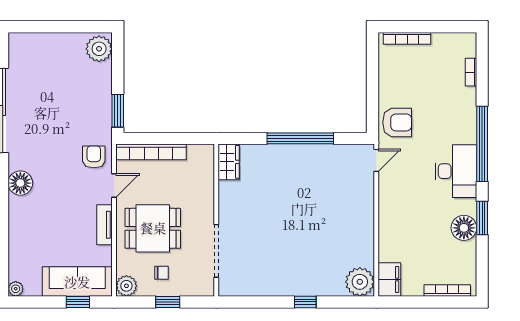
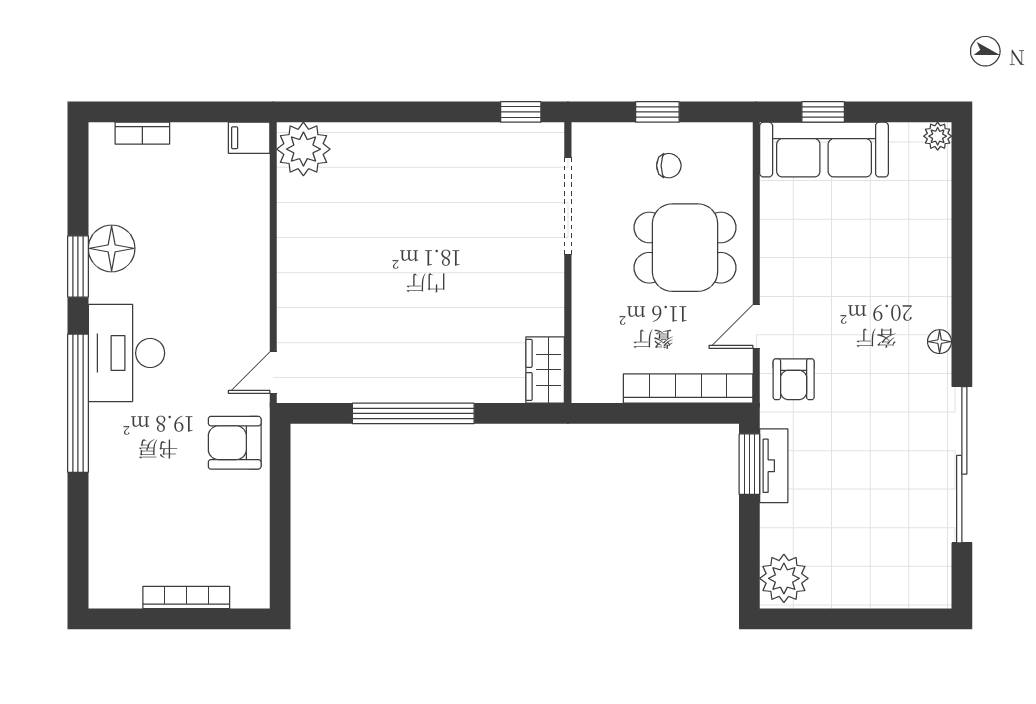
bookcase: (407, 38) -> (186, 598), moved
bookcase: (471, 72) -> (99, 535), removed
floor lamp: (20, 183) -> (940, 342), width x0.53, depth x0.53
tv unit: (105, 225) -> (774, 466), moved
chair: (162, 273) -> (669, 166), turned 180
filing cabinet: (389, 279) -> (249, 138), width x0.50
plant: (126, 286) -> (733, 142), removed
bookcase: (447, 290) -> (142, 133), width x0.64
window: (305, 302) -> (521, 112), moved

